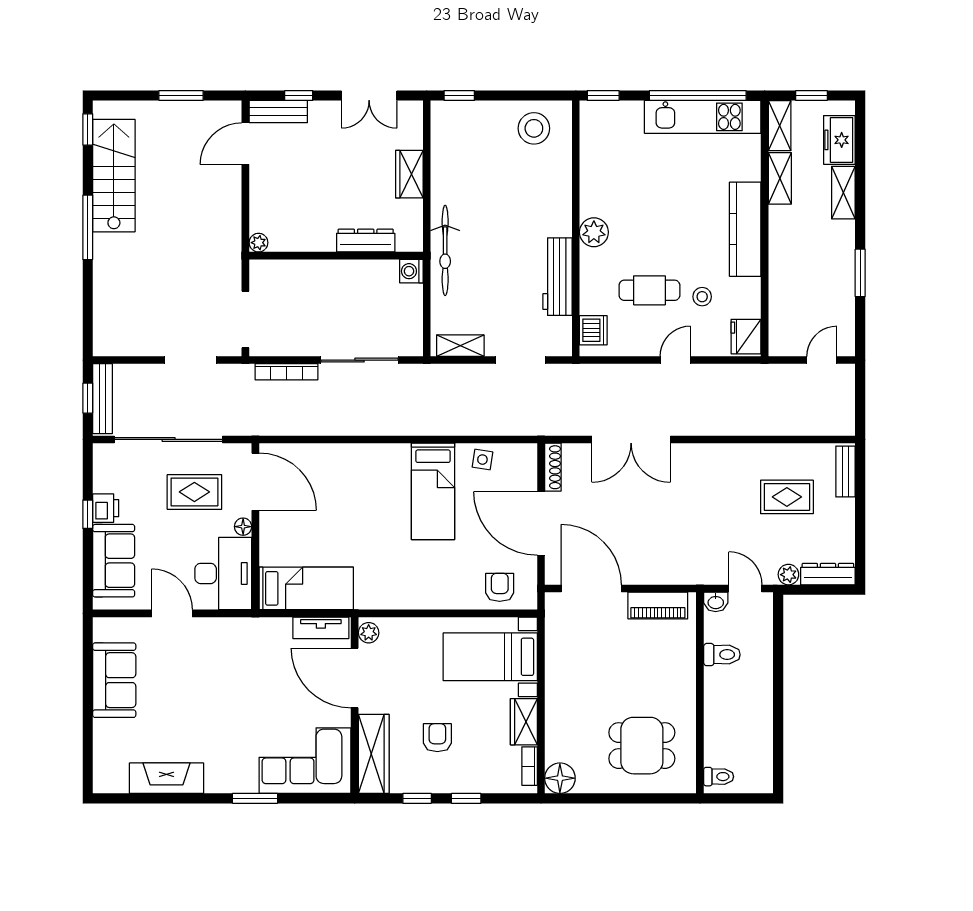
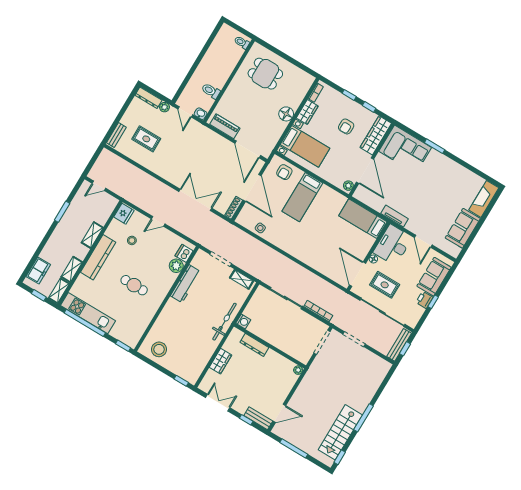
window: (181, 96) -> (294, 448), width x1.44
shelving: (843, 193) -> (92, 235), moved
plant: (594, 232) -> (176, 266), moved
cafe table: (649, 290) -> (134, 285), moved
bed: (433, 491) -> (302, 197), moved, turned 180
tv unit: (321, 628) -> (395, 216), moved
fireplace: (166, 778) -> (484, 199), moved, turned 90
floor lamp: (560, 778) -> (286, 114), moved

